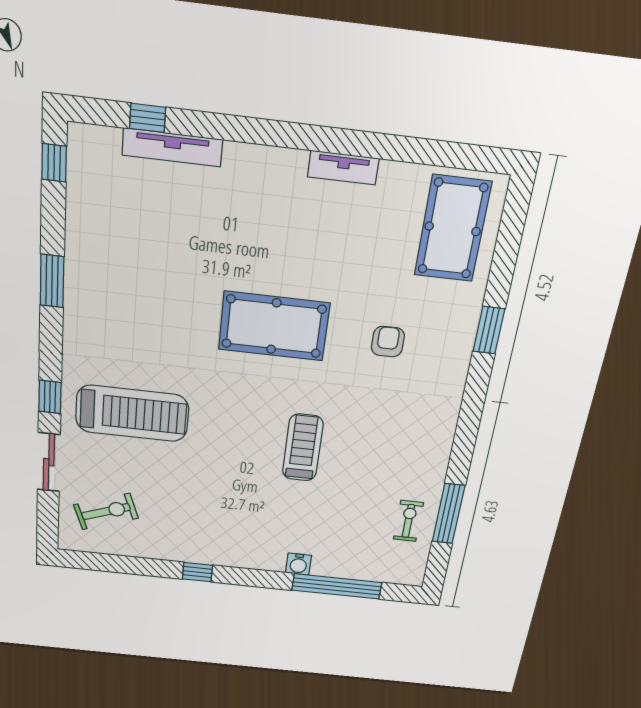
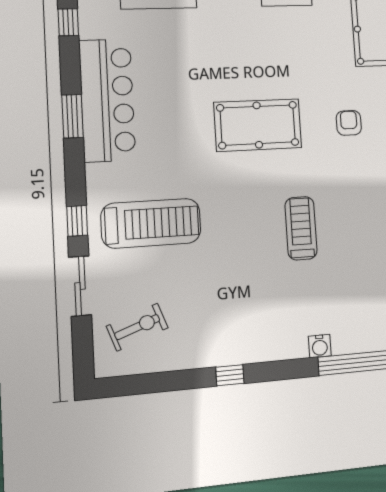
bar counter: (95, 268) -> (107, 100), added

